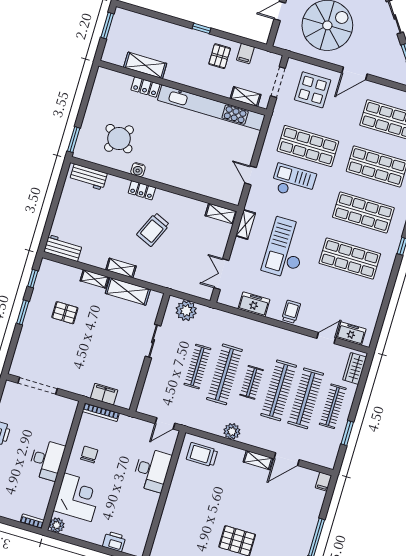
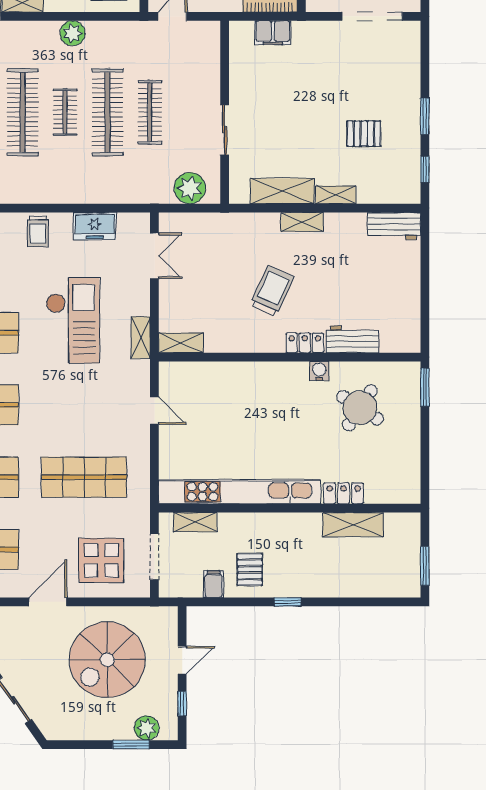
workbench: (88, 177) -> (352, 339), moved
checkout: (293, 182) -> (90, 420), removed

